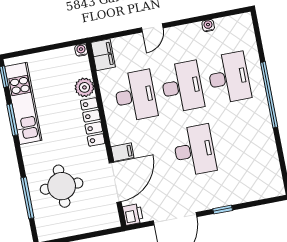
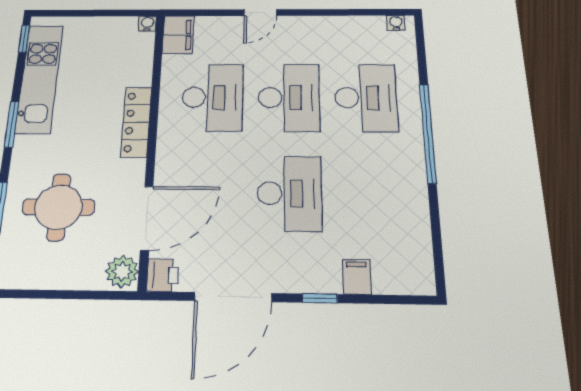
water cooler: (208, 25) -> (396, 23), moved
plant: (84, 87) -> (122, 271), moved
window: (12, 120) -> (12, 124), moved
filing cabinet: (122, 152) -> (357, 277), moved, turned -90

